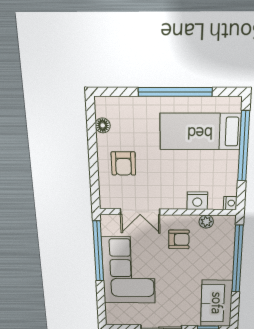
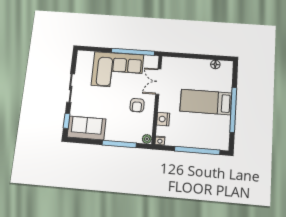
bed: (200, 132) -> (206, 102), moved, turned -90
armchair: (123, 163) -> (191, 74), removed
plant: (206, 222) -> (147, 139), moved
window: (237, 259) -> (119, 144), width x0.68

